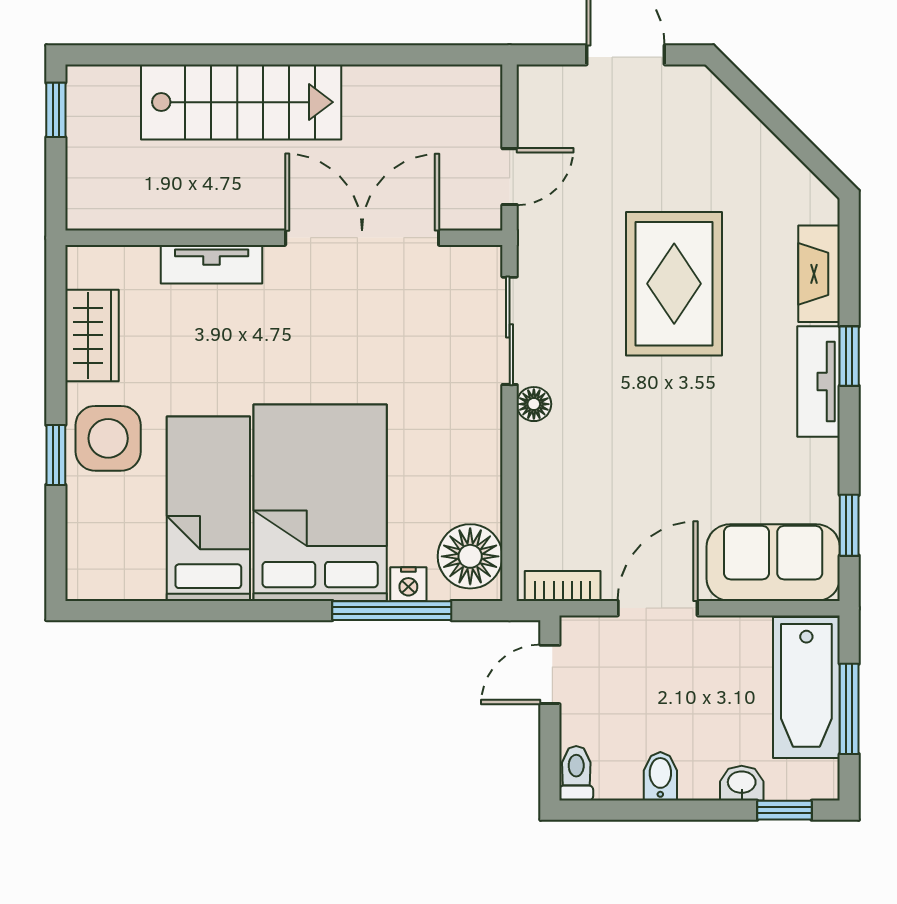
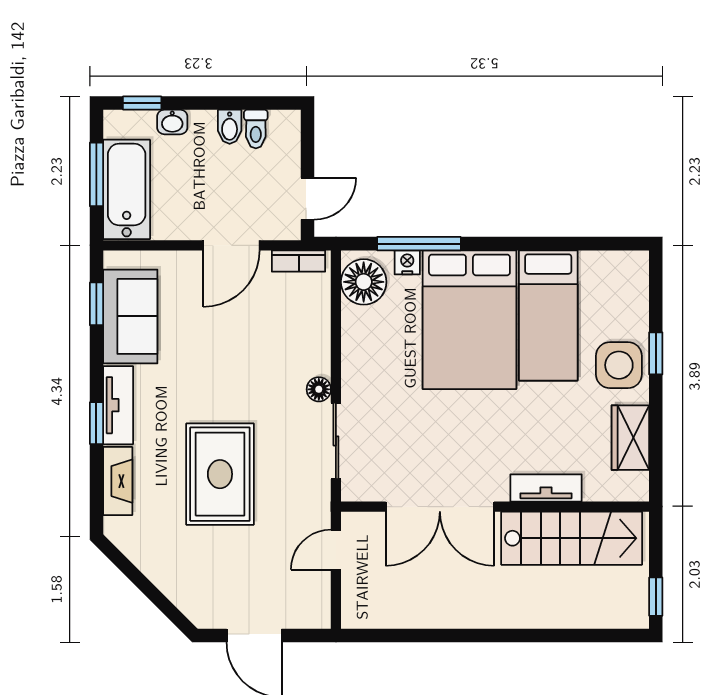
stairs: (241, 102) -> (572, 538), moved, turned 180
sofa: (773, 563) -> (130, 316), moved, turned -90
toilet: (576, 773) -> (256, 129), moved

